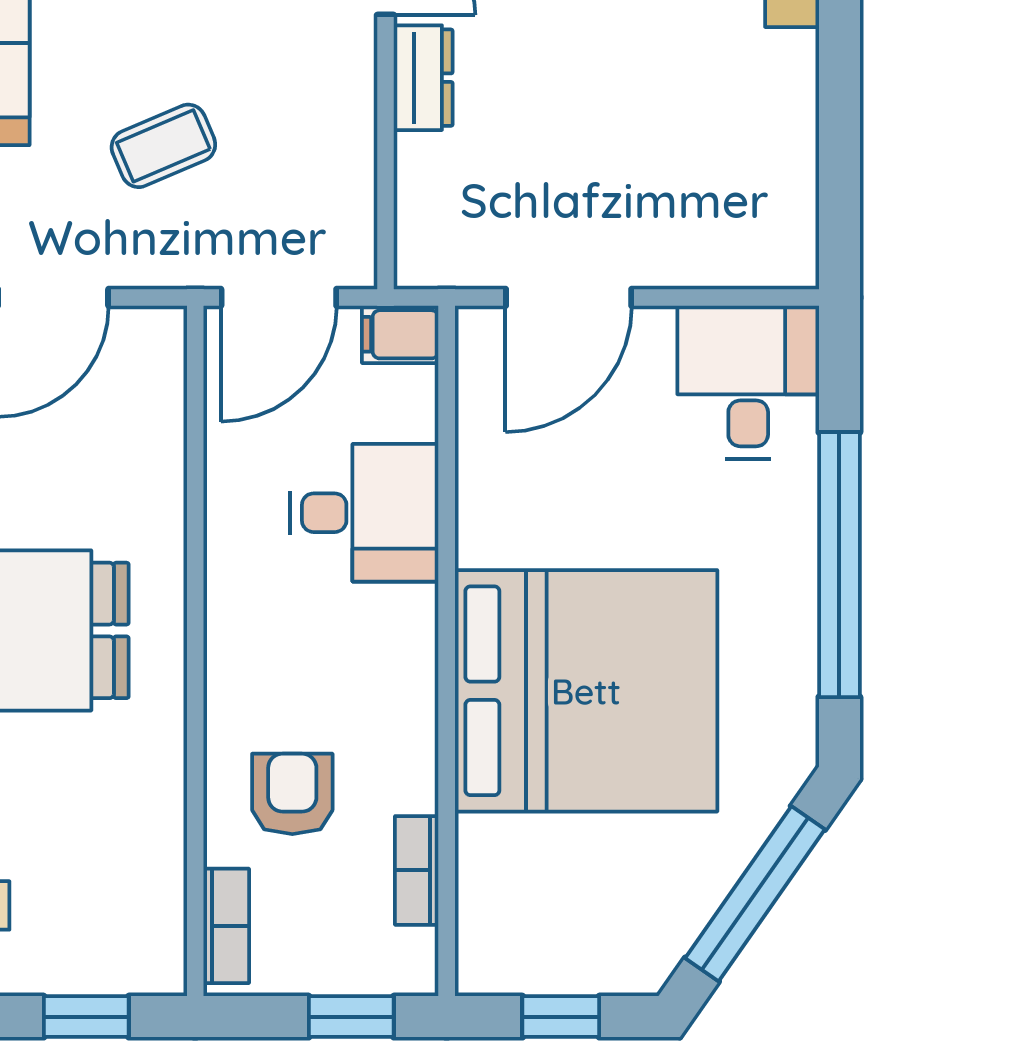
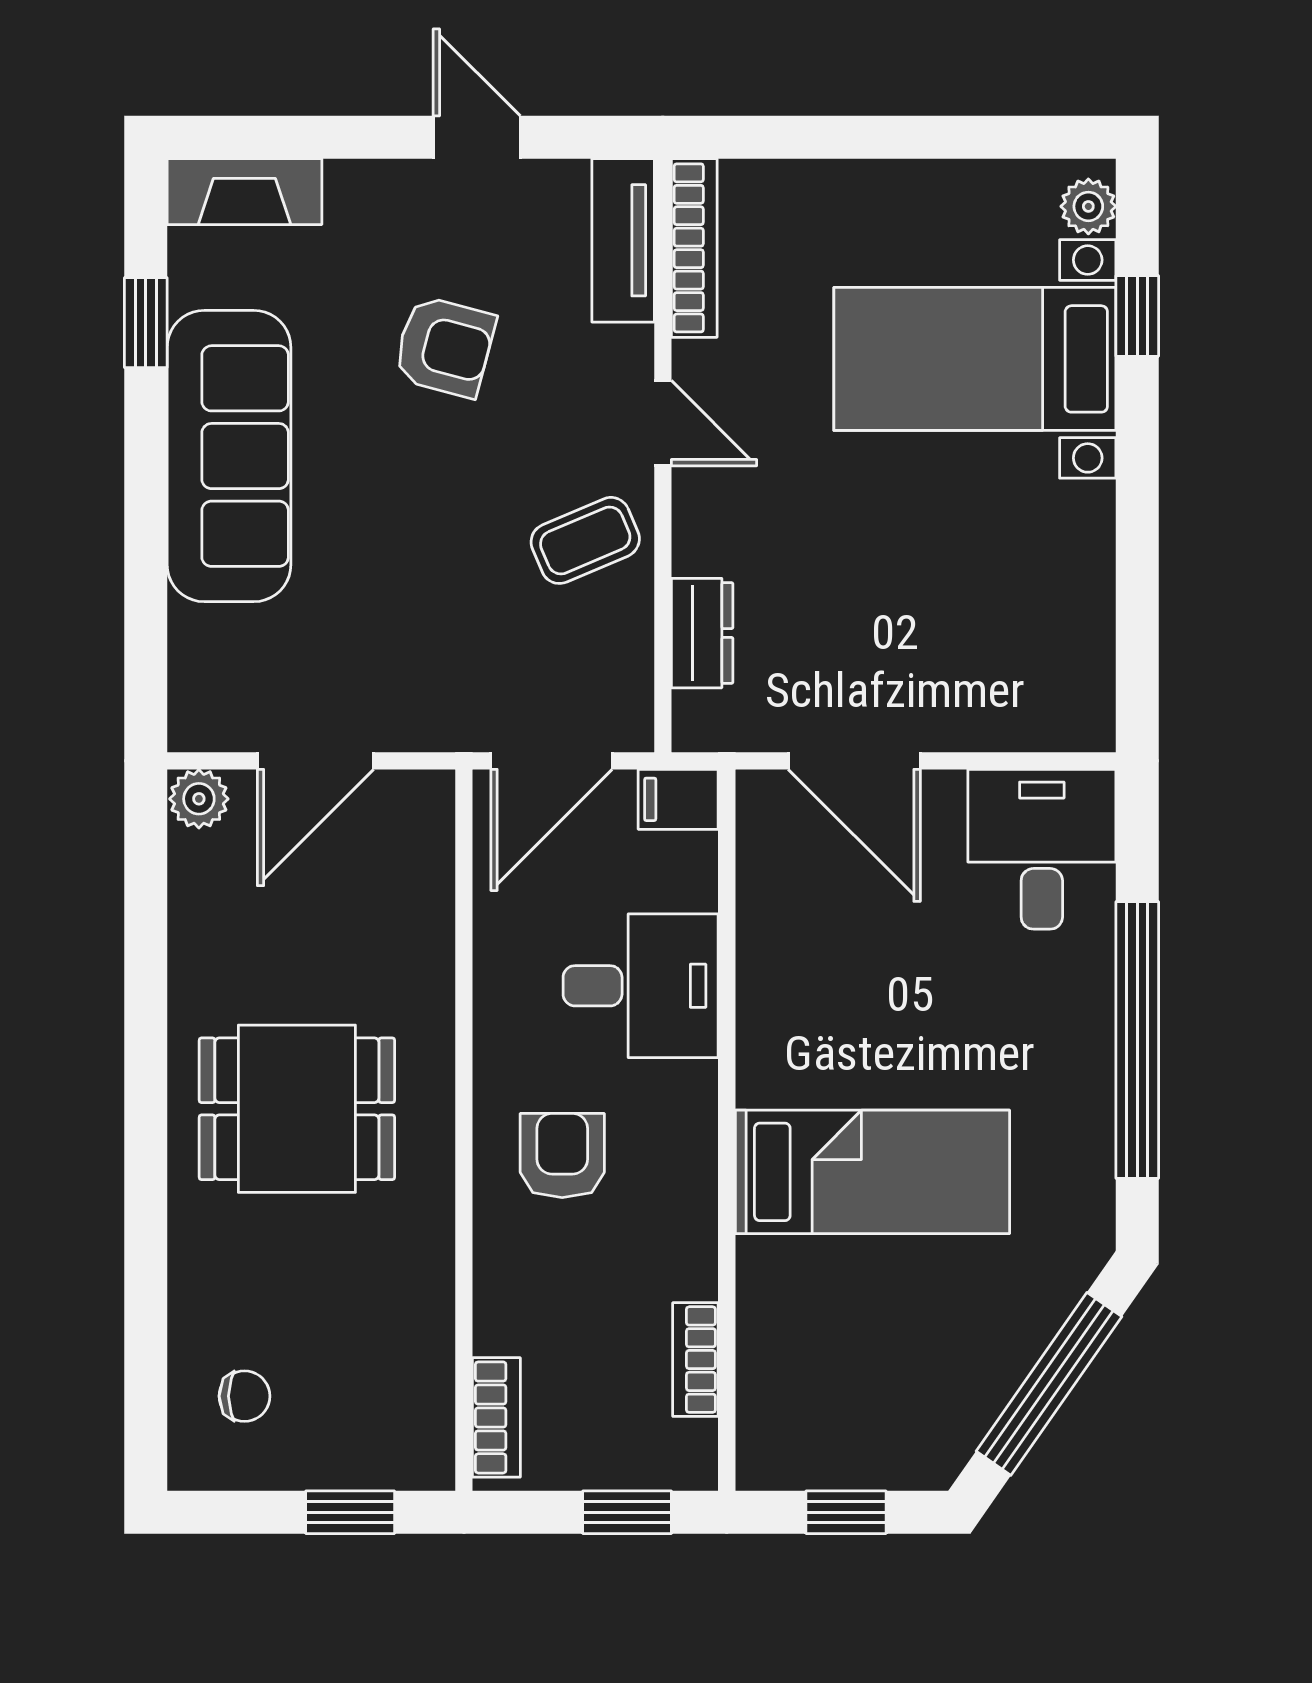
dresser: (423, 78) -> (702, 633), moved
coffee table: (163, 146) -> (585, 540), moved
door: (569, 297) -> (854, 761), hinge flipped
bed: (586, 691) -> (872, 1172), width x0.49
armchair: (292, 794) -> (562, 1156), moved

